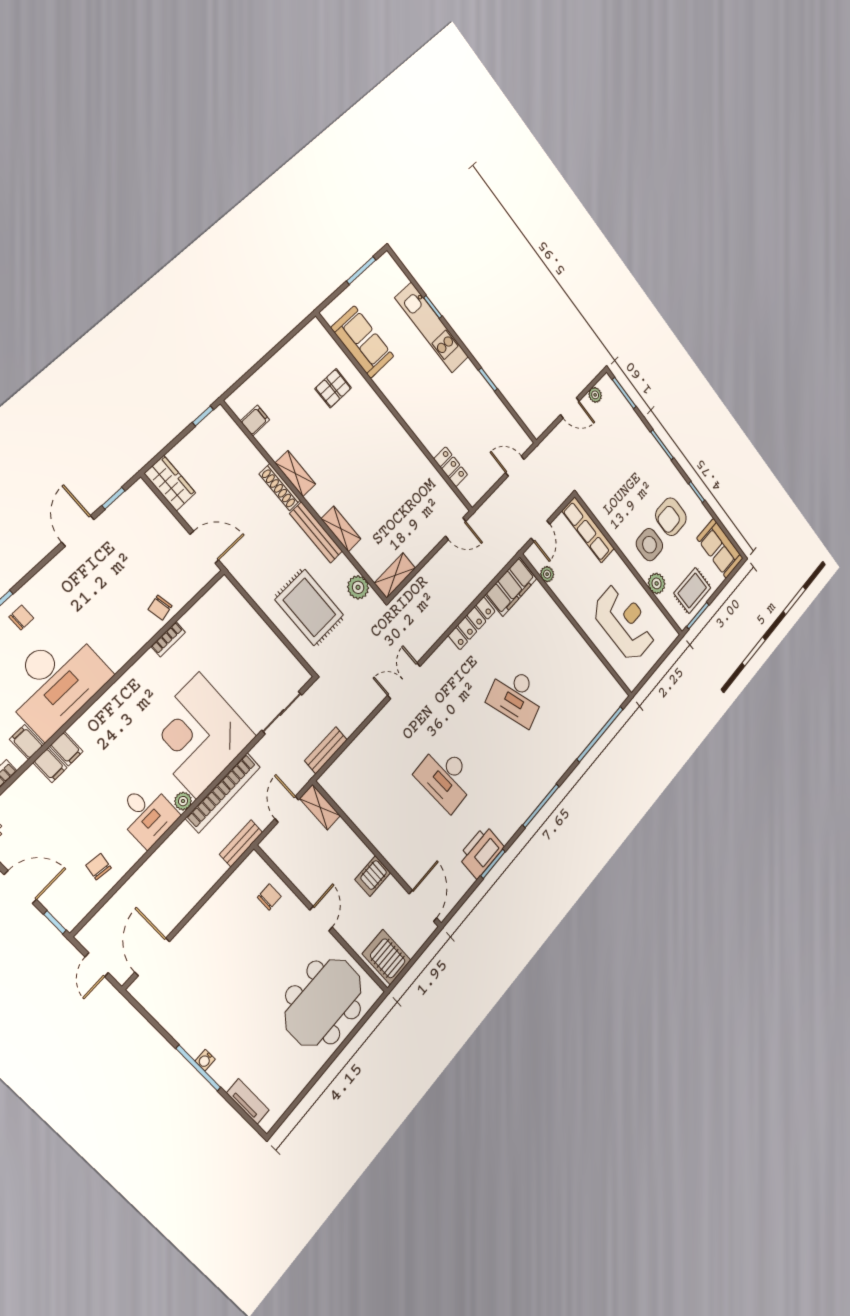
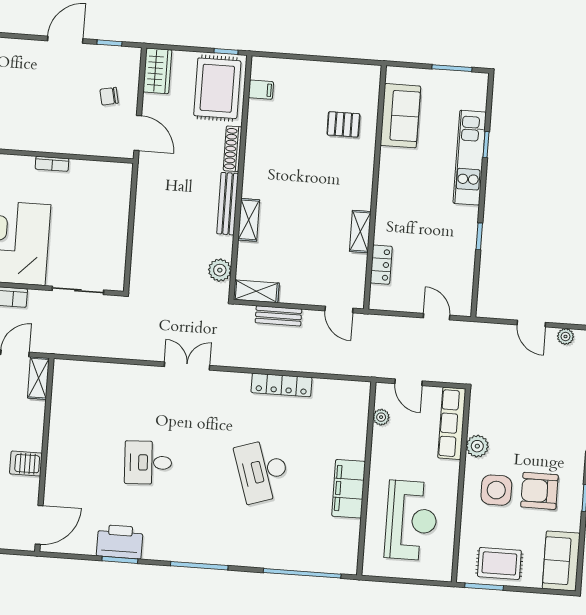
shelving: (295, 474) -> (360, 232), moved
door: (540, 531) -> (409, 382), hinge flipped
plant: (657, 583) -> (477, 446), moved
filing cabinet: (511, 587) -> (349, 489), moved, turned 90
rug: (309, 607) -> (217, 88), moved
chair: (160, 608) -> (109, 96), moved
bench: (326, 750) -> (278, 316), moved
desk: (446, 777) -> (148, 463), width x0.73

